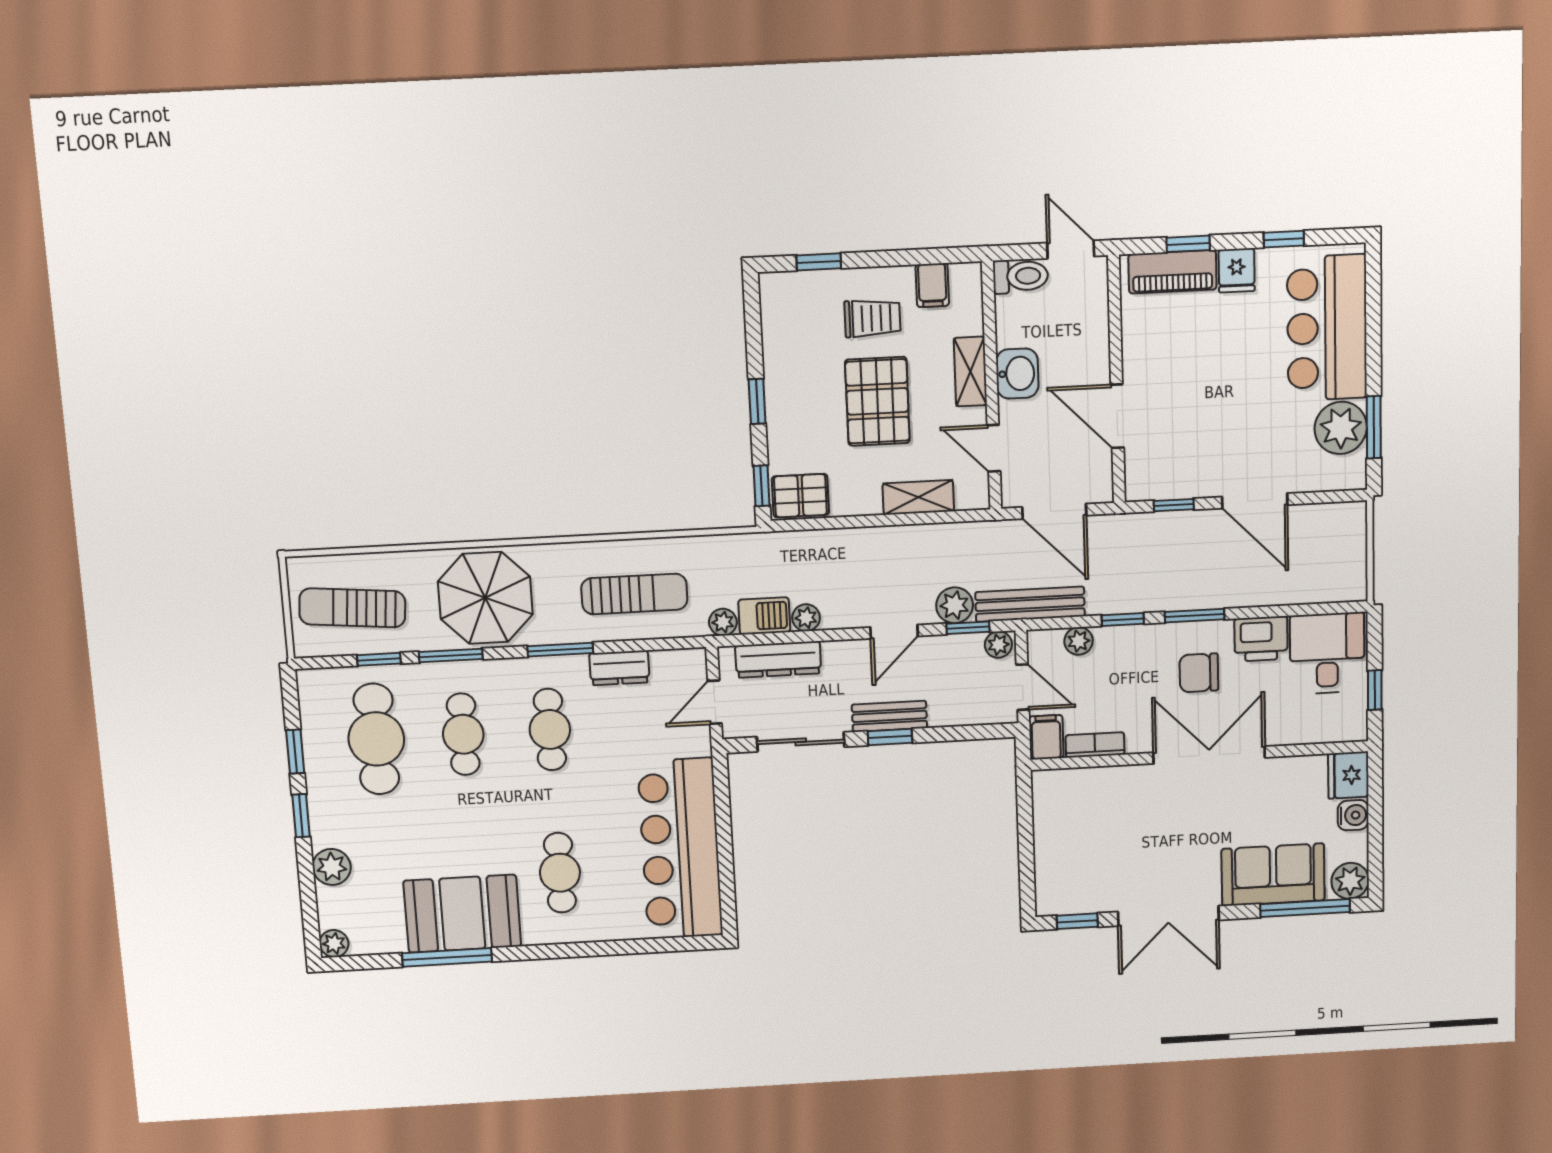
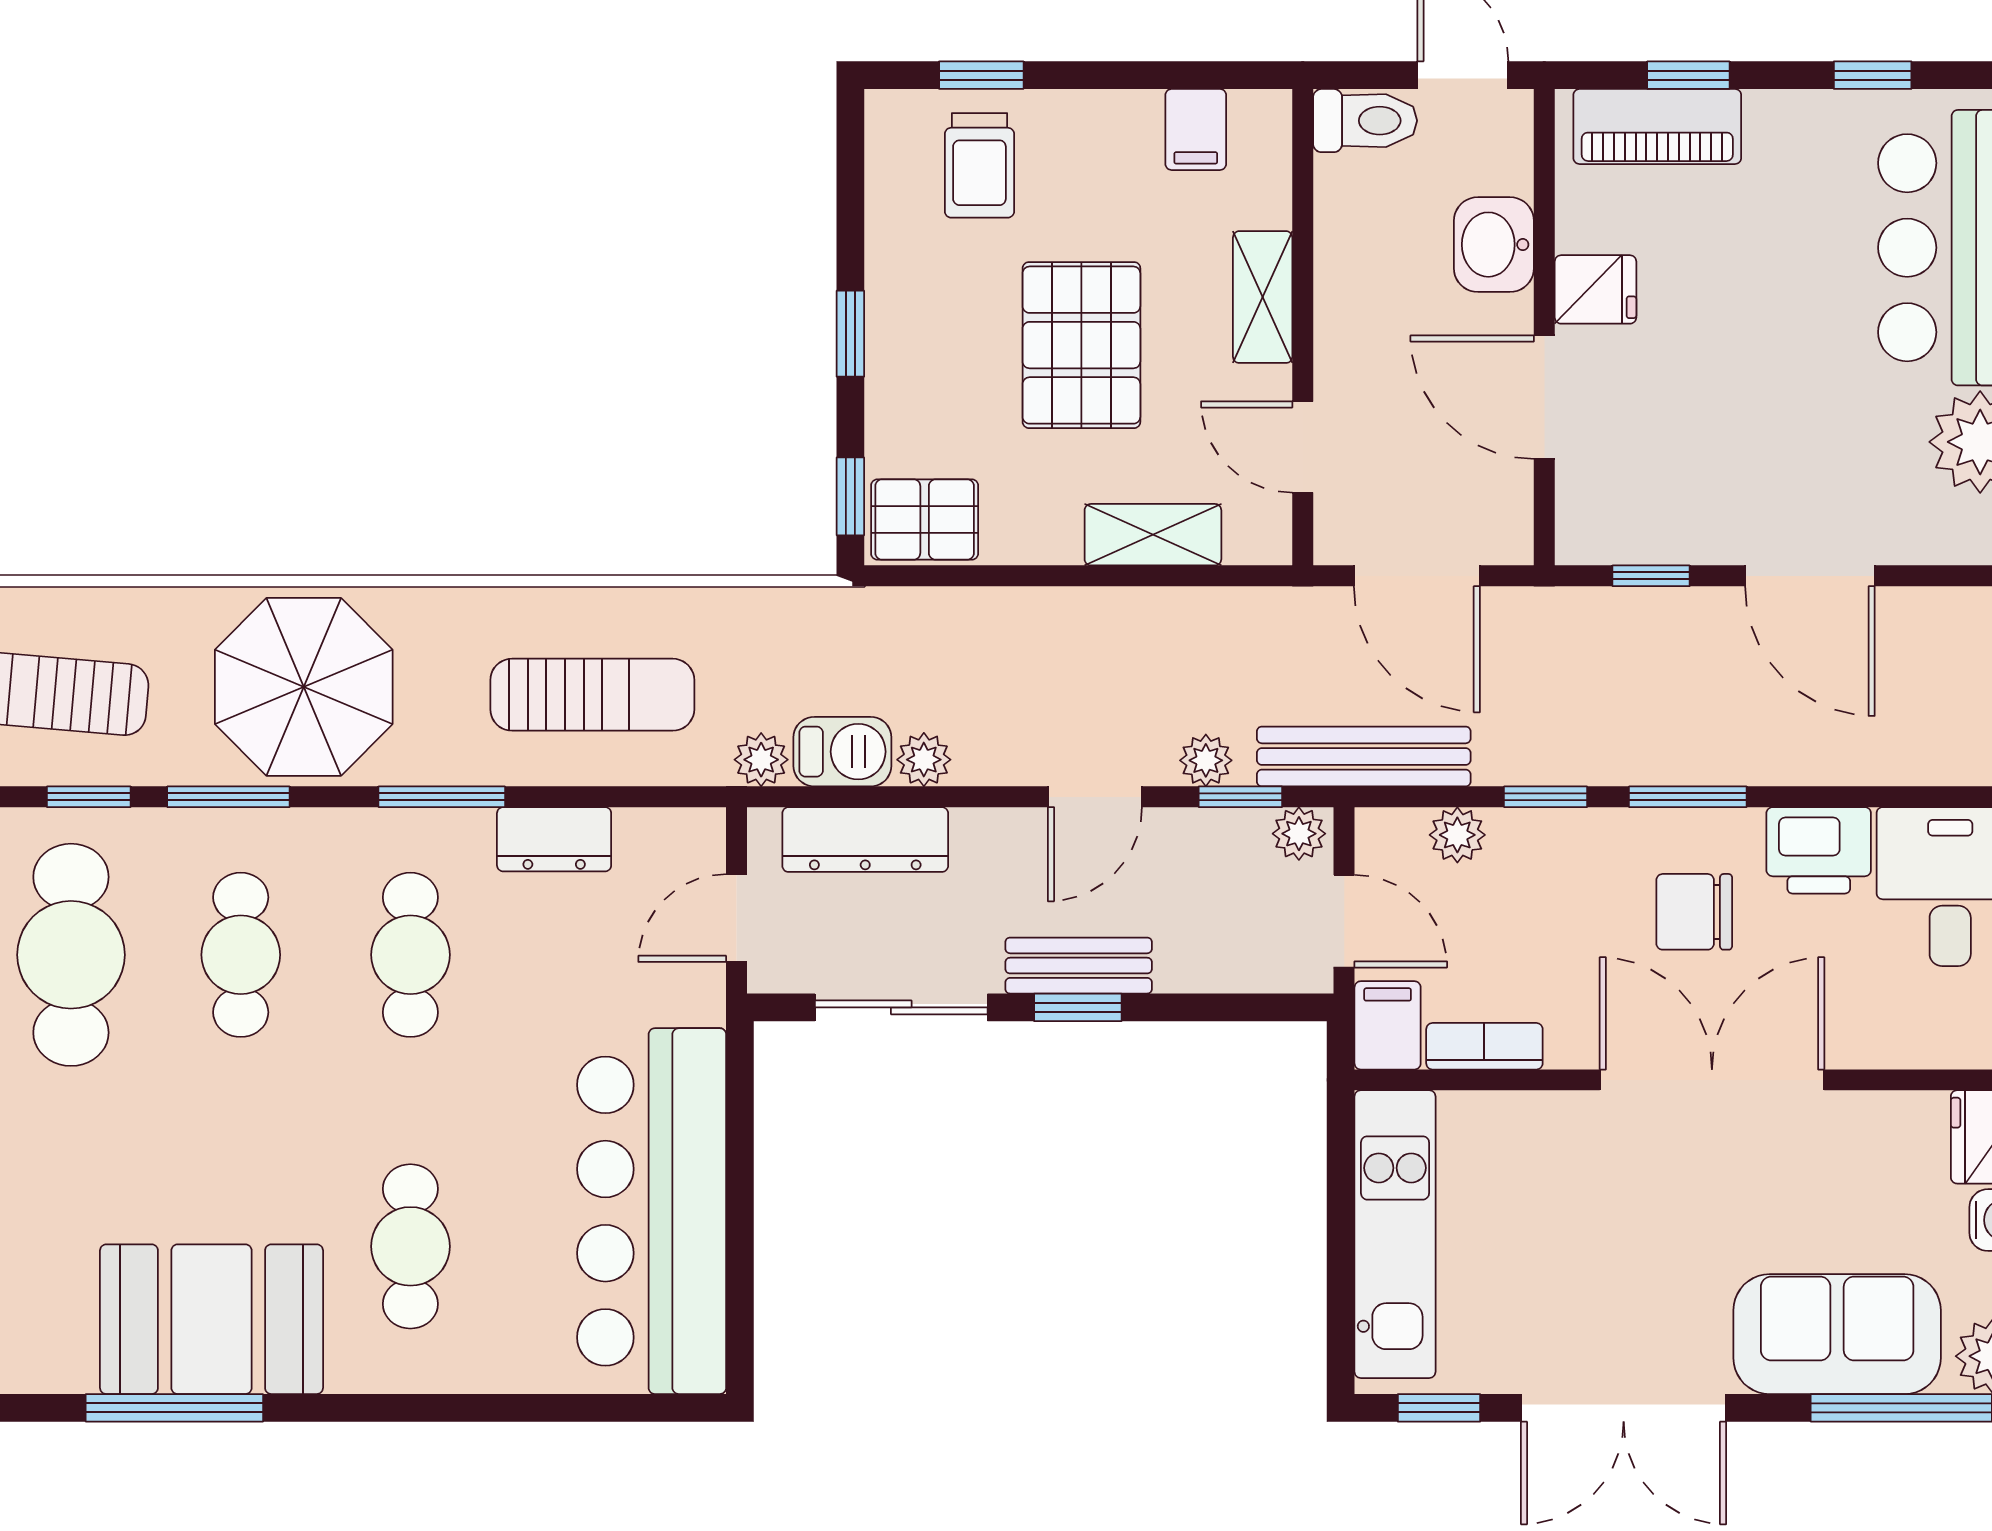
fridge: (1237, 270) -> (1596, 289), moved, turned -90
trolley: (872, 318) -> (979, 165), moved, turned 90
washbasin: (1017, 374) -> (1494, 245), moved, turned 180
plant: (955, 605) -> (1206, 760), width x0.73, depth x0.73
kitchen unit: (1053, 839) -> (1395, 1234), added

